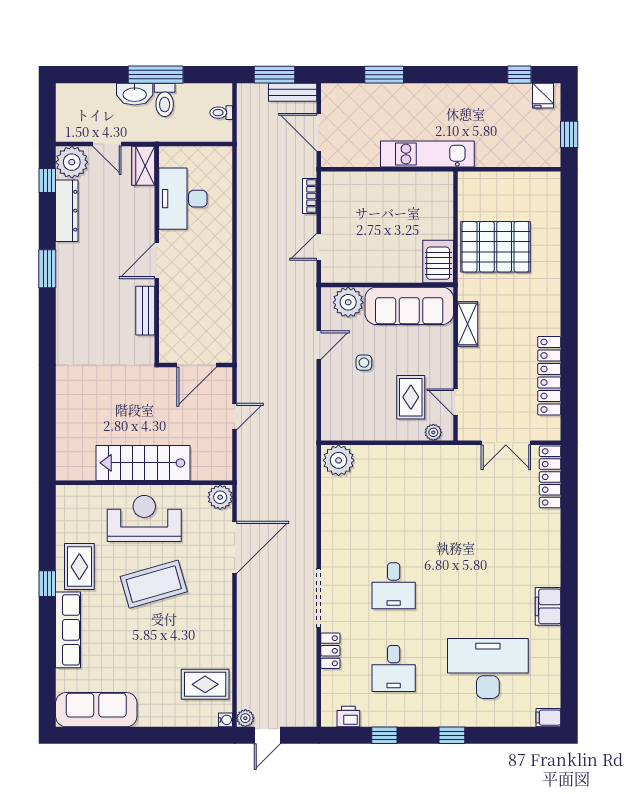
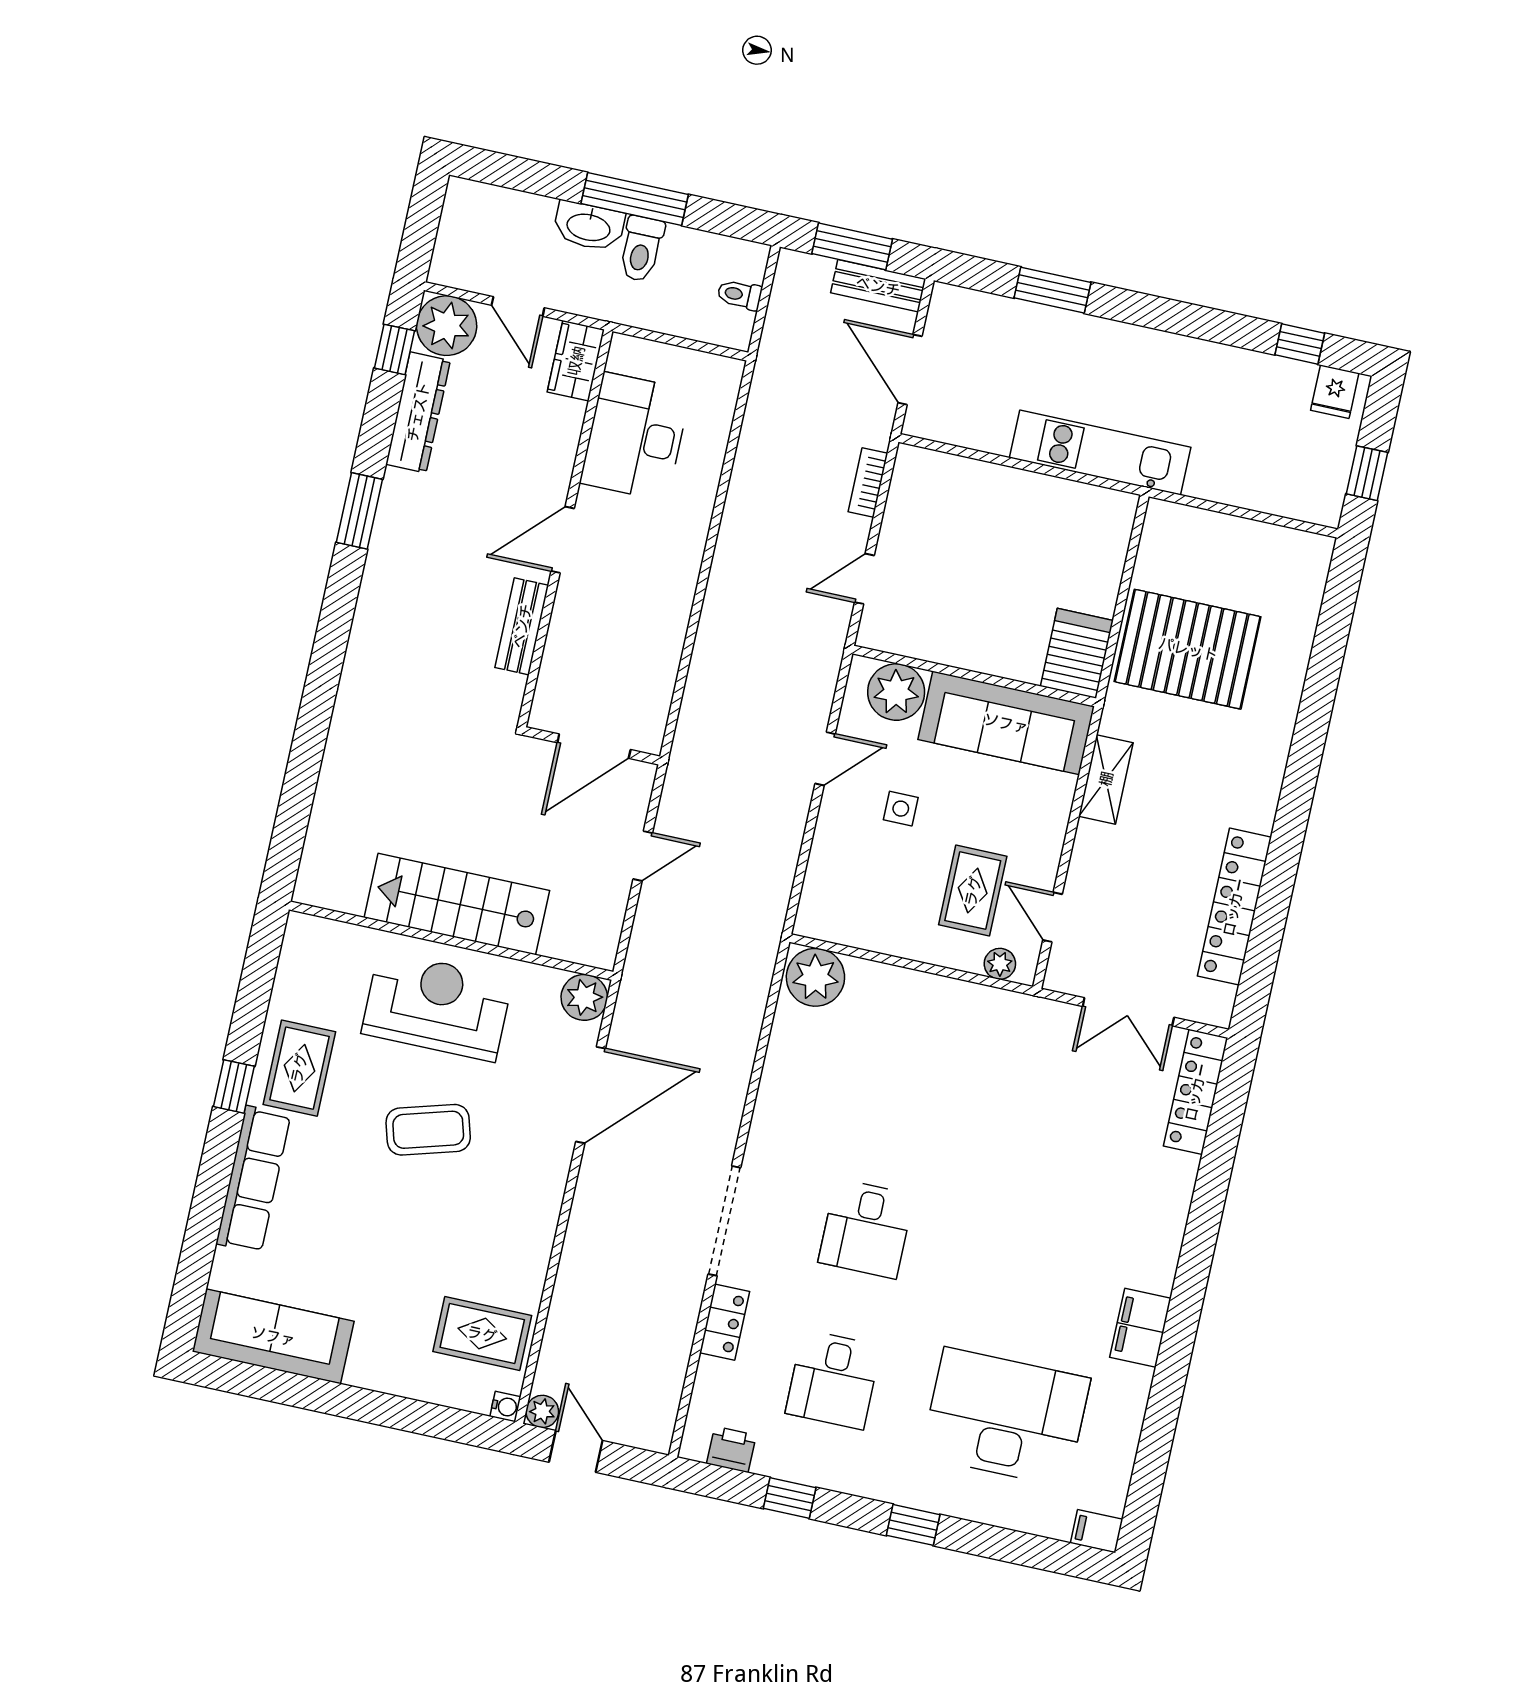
coffee table: (154, 584) -> (428, 1130), width x0.73, depth x0.76
door: (267, 735) -> (576, 1451), swing flipped

